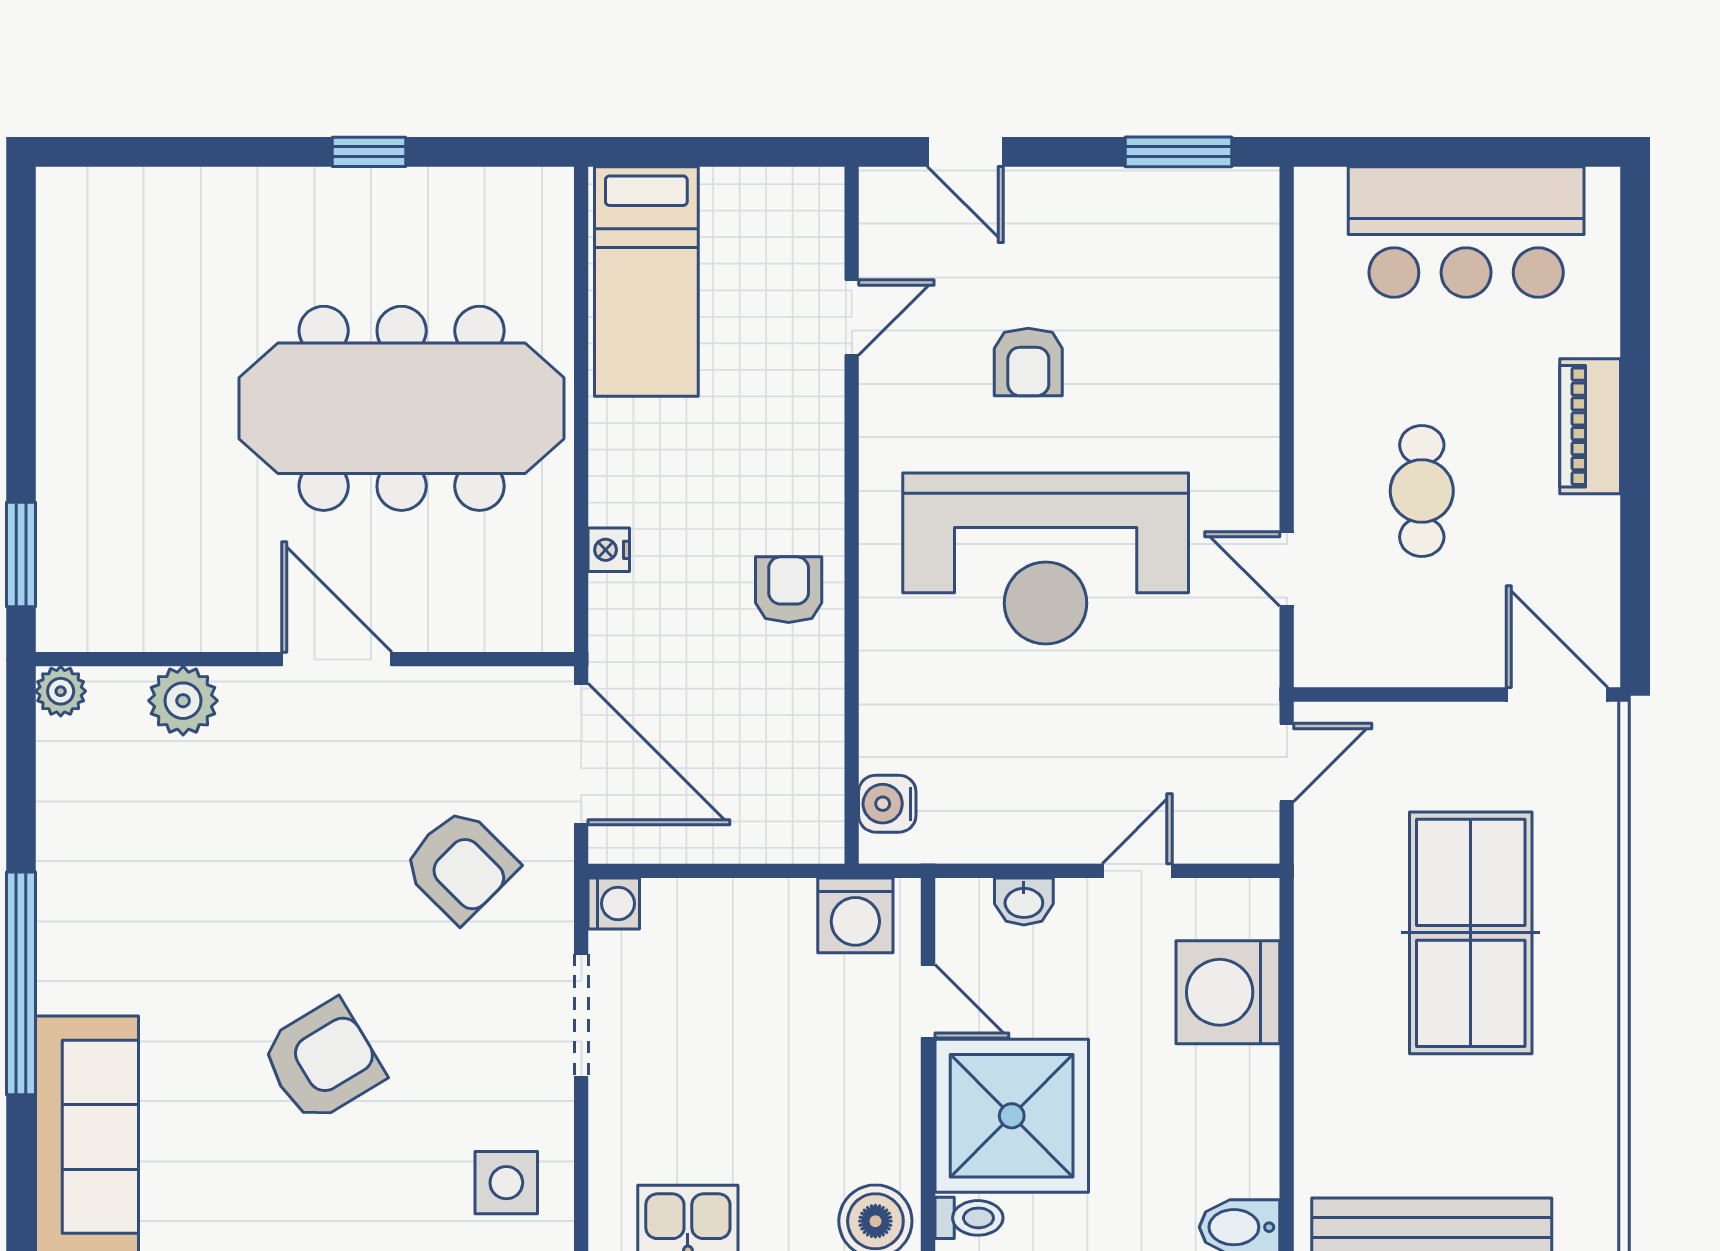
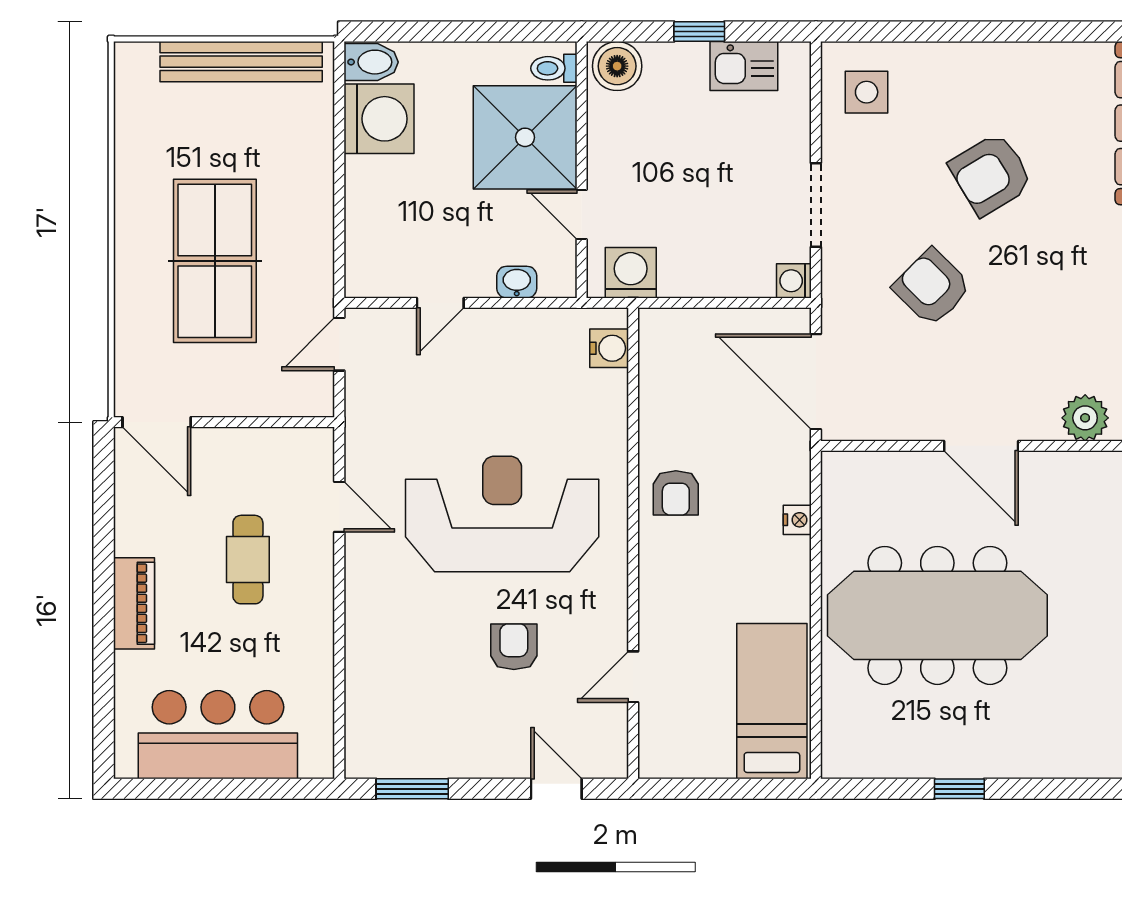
door: (1287, 763) -> (339, 344), moved
armchair: (460, 865) -> (932, 287), moved
washing machine: (1228, 992) -> (379, 119), moved

